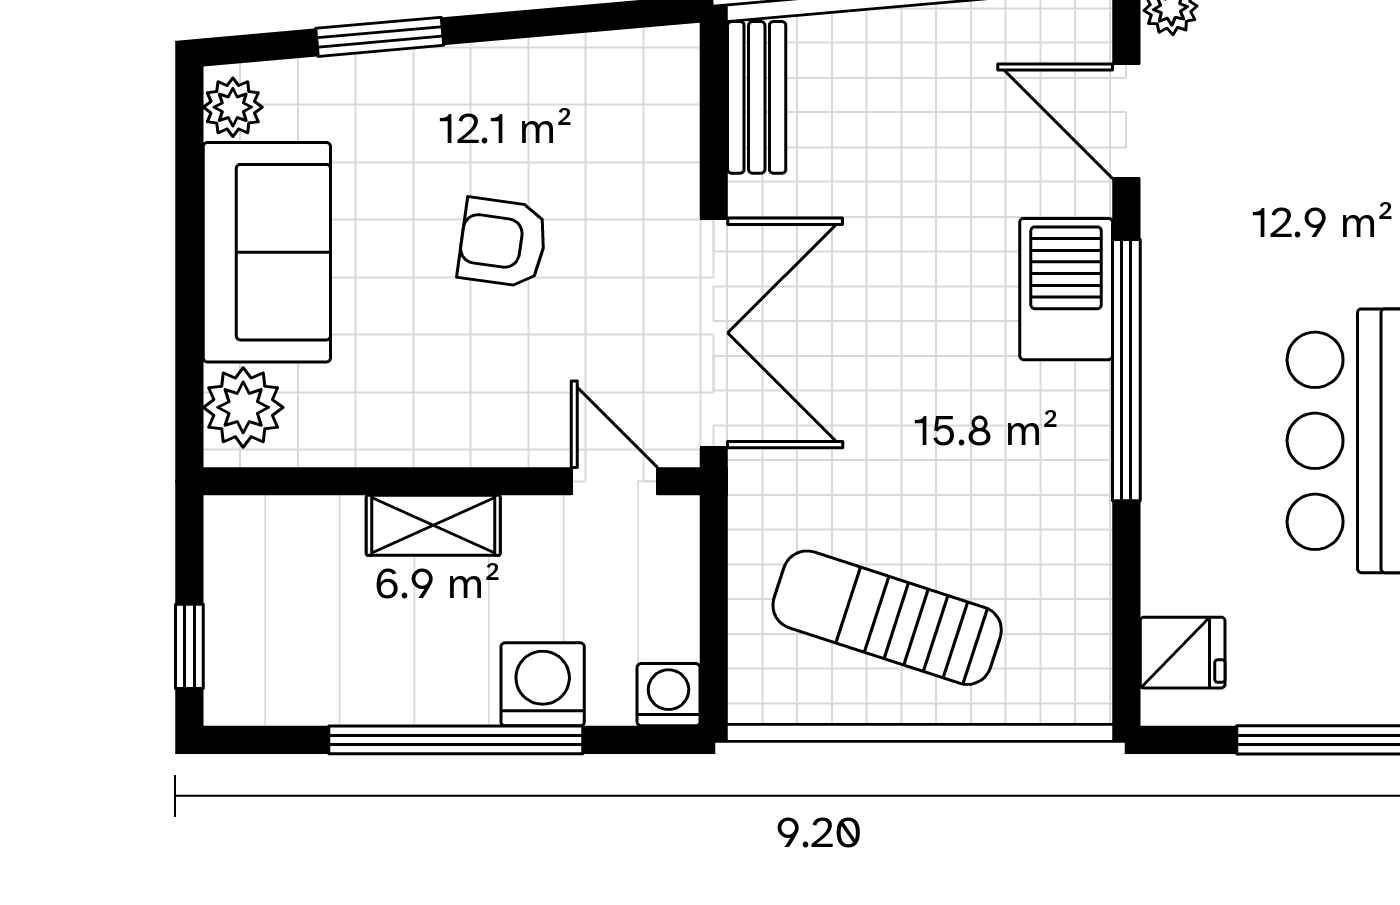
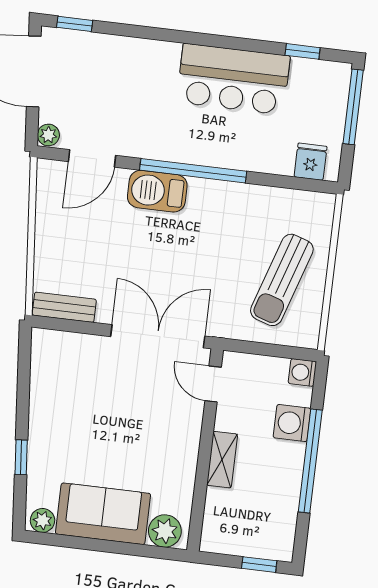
window: (380, 37) -> (21, 457), width x0.67
armchair: (503, 243) -> (111, 418), removed
door: (614, 481) -> (213, 384), hinge flipped

